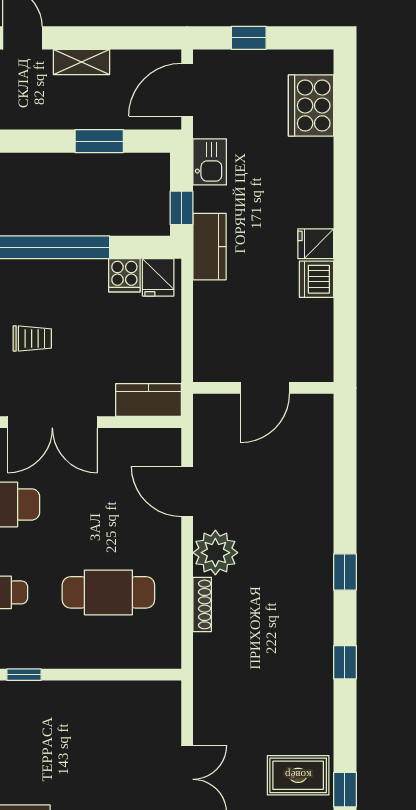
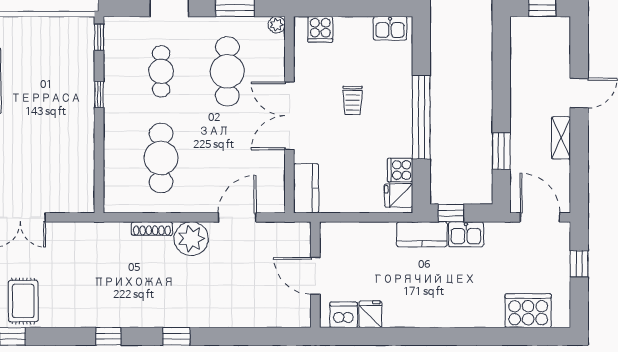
kitchen sink: (210, 162) -> (466, 234), moved
fridge: (316, 244) -> (370, 314), moved
dishwasher: (316, 279) -> (344, 315), moved

